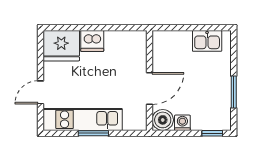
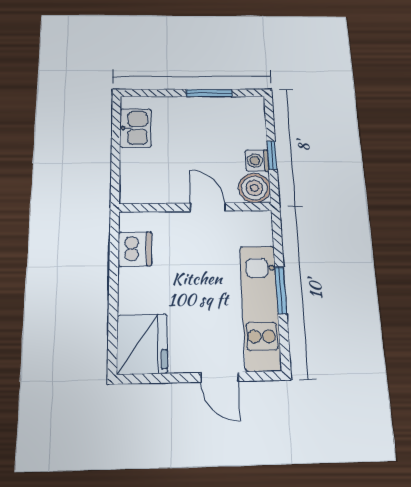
dishwasher: (92, 41) -> (135, 249), moved
door: (150, 88) -> (208, 207), width x0.73
window: (212, 133) -> (272, 155), moved

